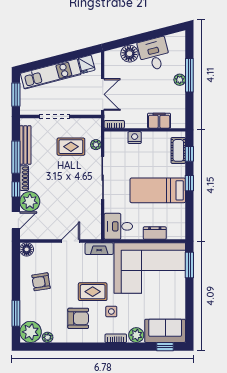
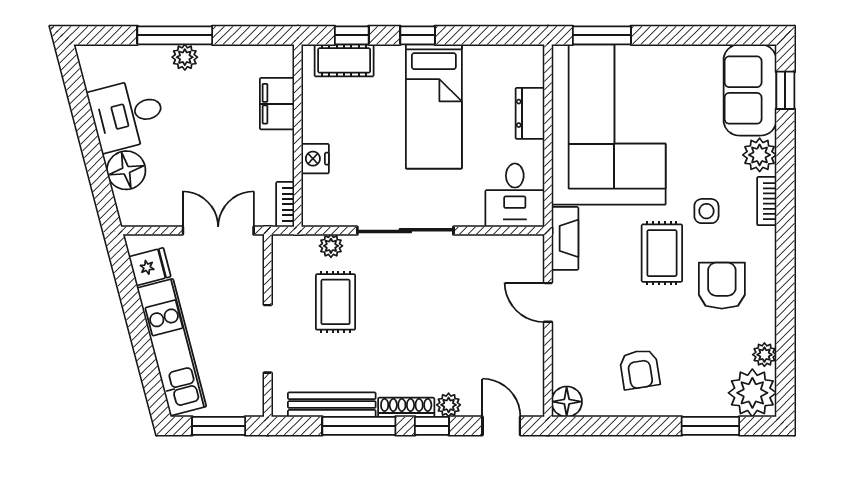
plant: (30, 202) -> (449, 405), width x0.53, depth x0.53

